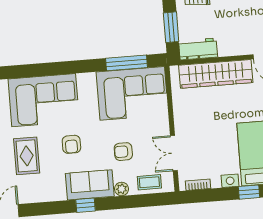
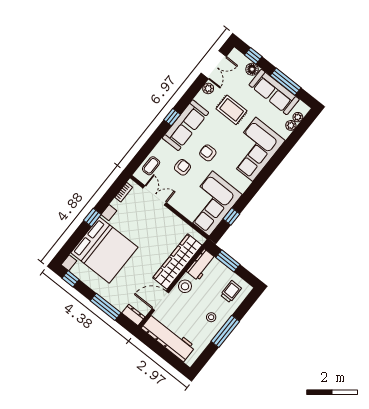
stool: (232, 45) -> (185, 286), added
window: (127, 63) -> (231, 217), width x0.46
armchair: (71, 144) -> (208, 153), moved
sofa: (90, 185) -> (185, 125), width x1.36
plant: (122, 189) -> (208, 88), moved

